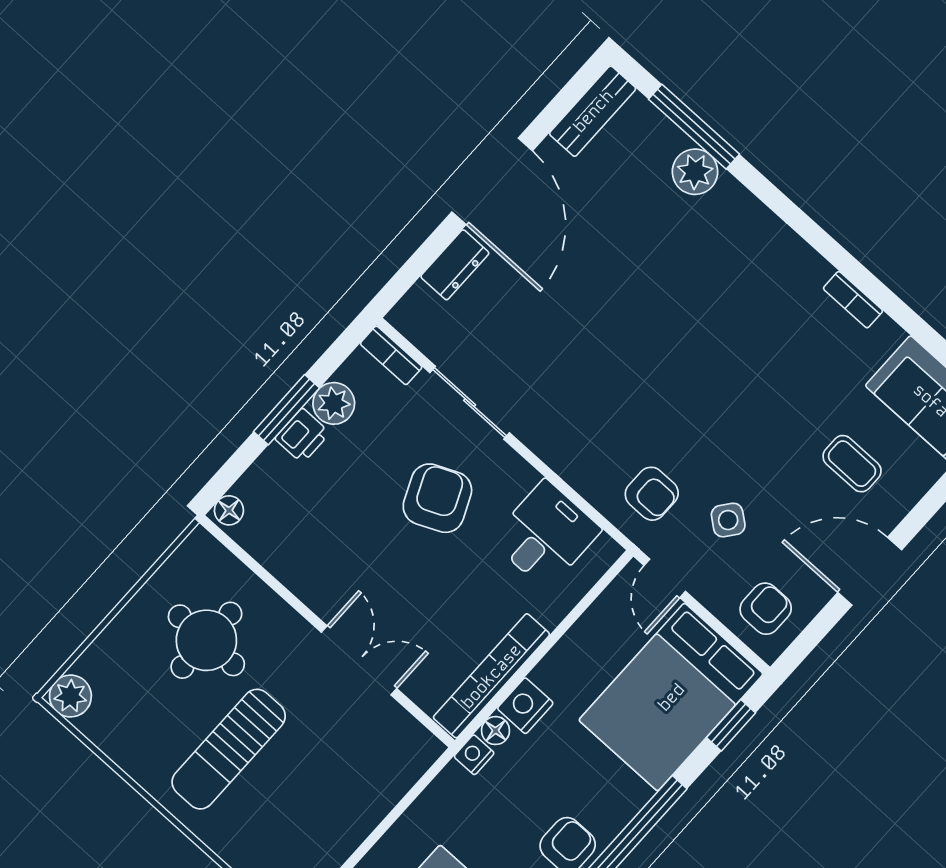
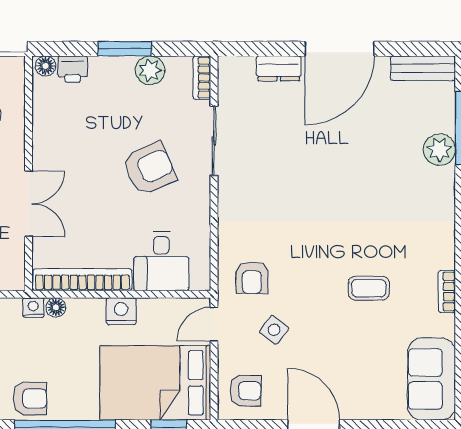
printer: (302, 436) -> (73, 69), moved
coffee table: (852, 464) -> (369, 288), moved, turned 90
desk: (546, 535) -> (161, 261), moved, turned 90
nightstand: (525, 706) -> (121, 311), moved

